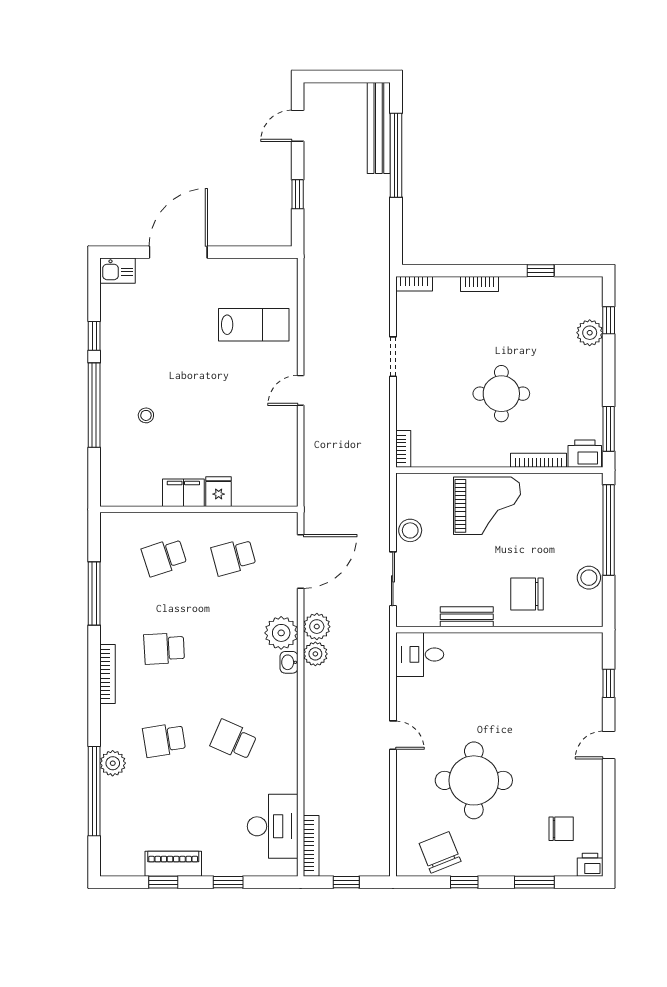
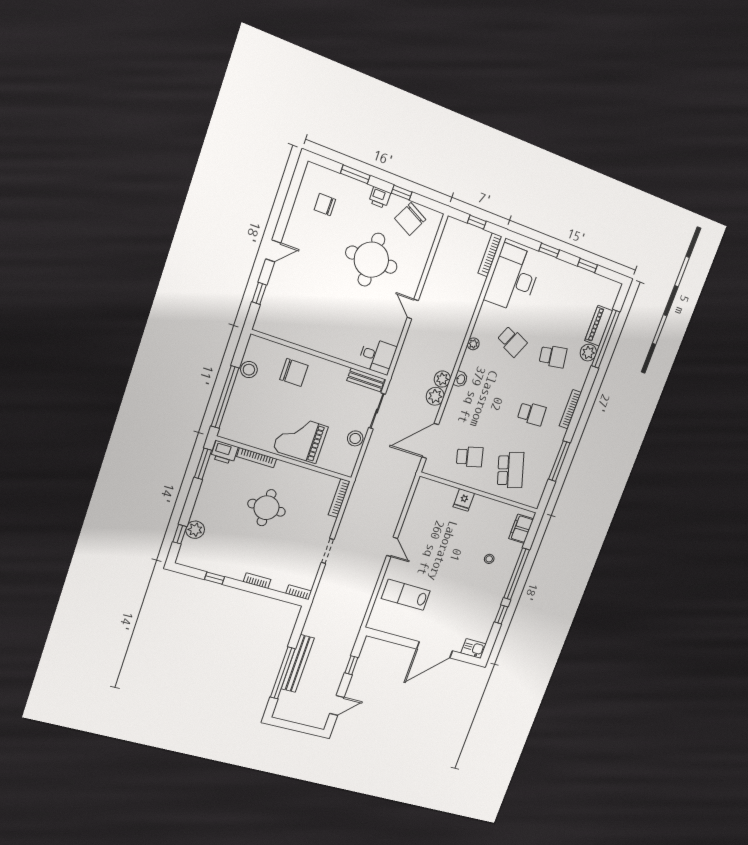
bench: (379, 128) -> (298, 664), moved
door: (301, 390) -> (392, 547), hinge flipped
bookcase: (403, 449) -> (339, 498), width x1.56
filing cabinet: (183, 493) -> (521, 529), moved, turned 90
school desk: (164, 557) -> (511, 470), width x1.85
bench: (467, 617) -> (366, 380), moved
plant: (281, 633) -> (473, 344), moved, width x0.53, depth x0.53
desk: (273, 826) -> (513, 278), width x1.36, depth x1.30
chair: (440, 852) -> (410, 219), turned 49
piano: (173, 864) -> (599, 326), moved, turned 90
printer: (590, 865) -> (380, 198), moved

